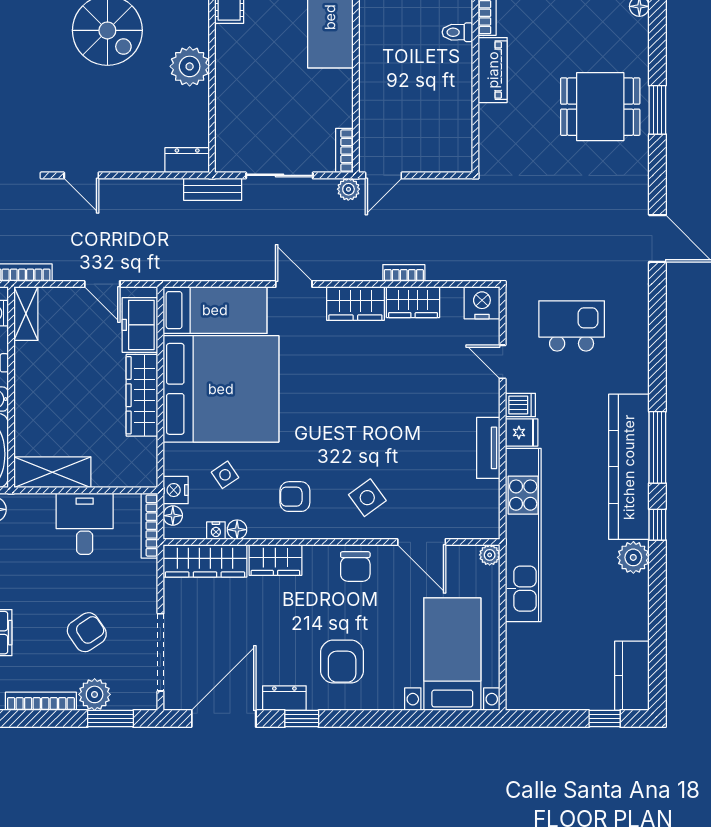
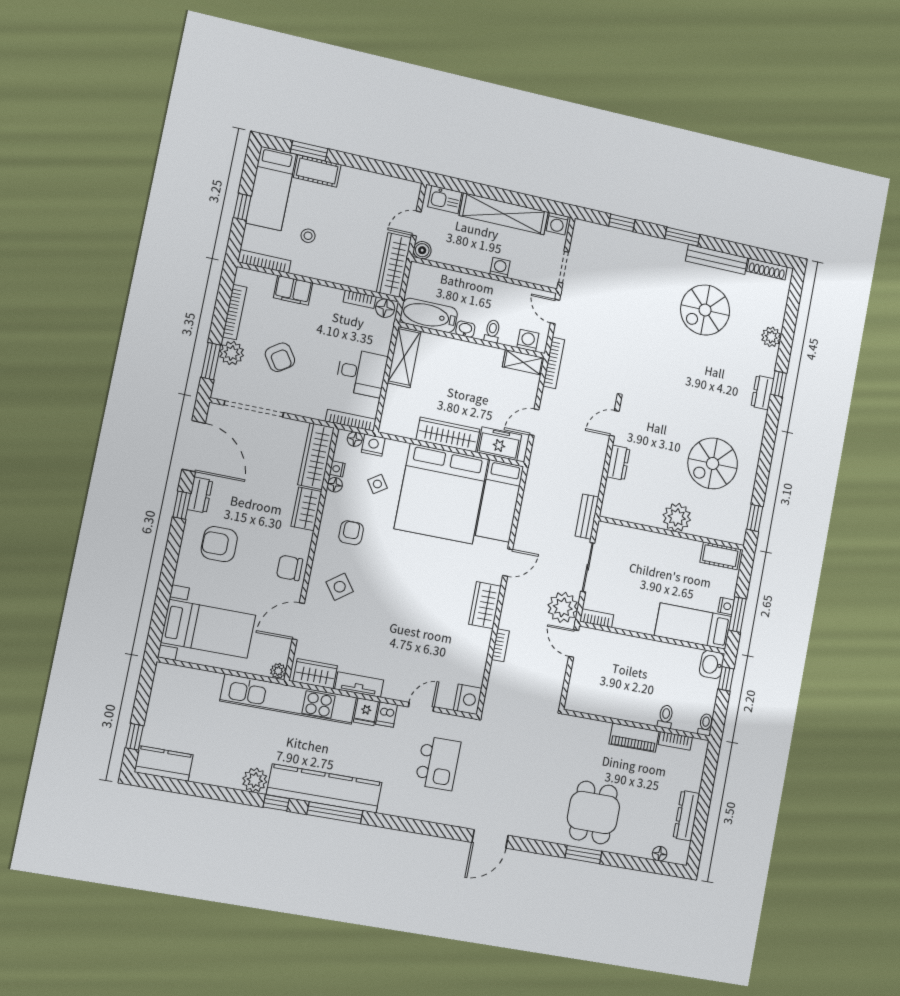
dresser: (187, 160) -> (618, 463), moved
plant: (348, 189) -> (563, 607), width x1.88, depth x1.88
wardrobe: (413, 302) -> (315, 674), moved, turned 90

